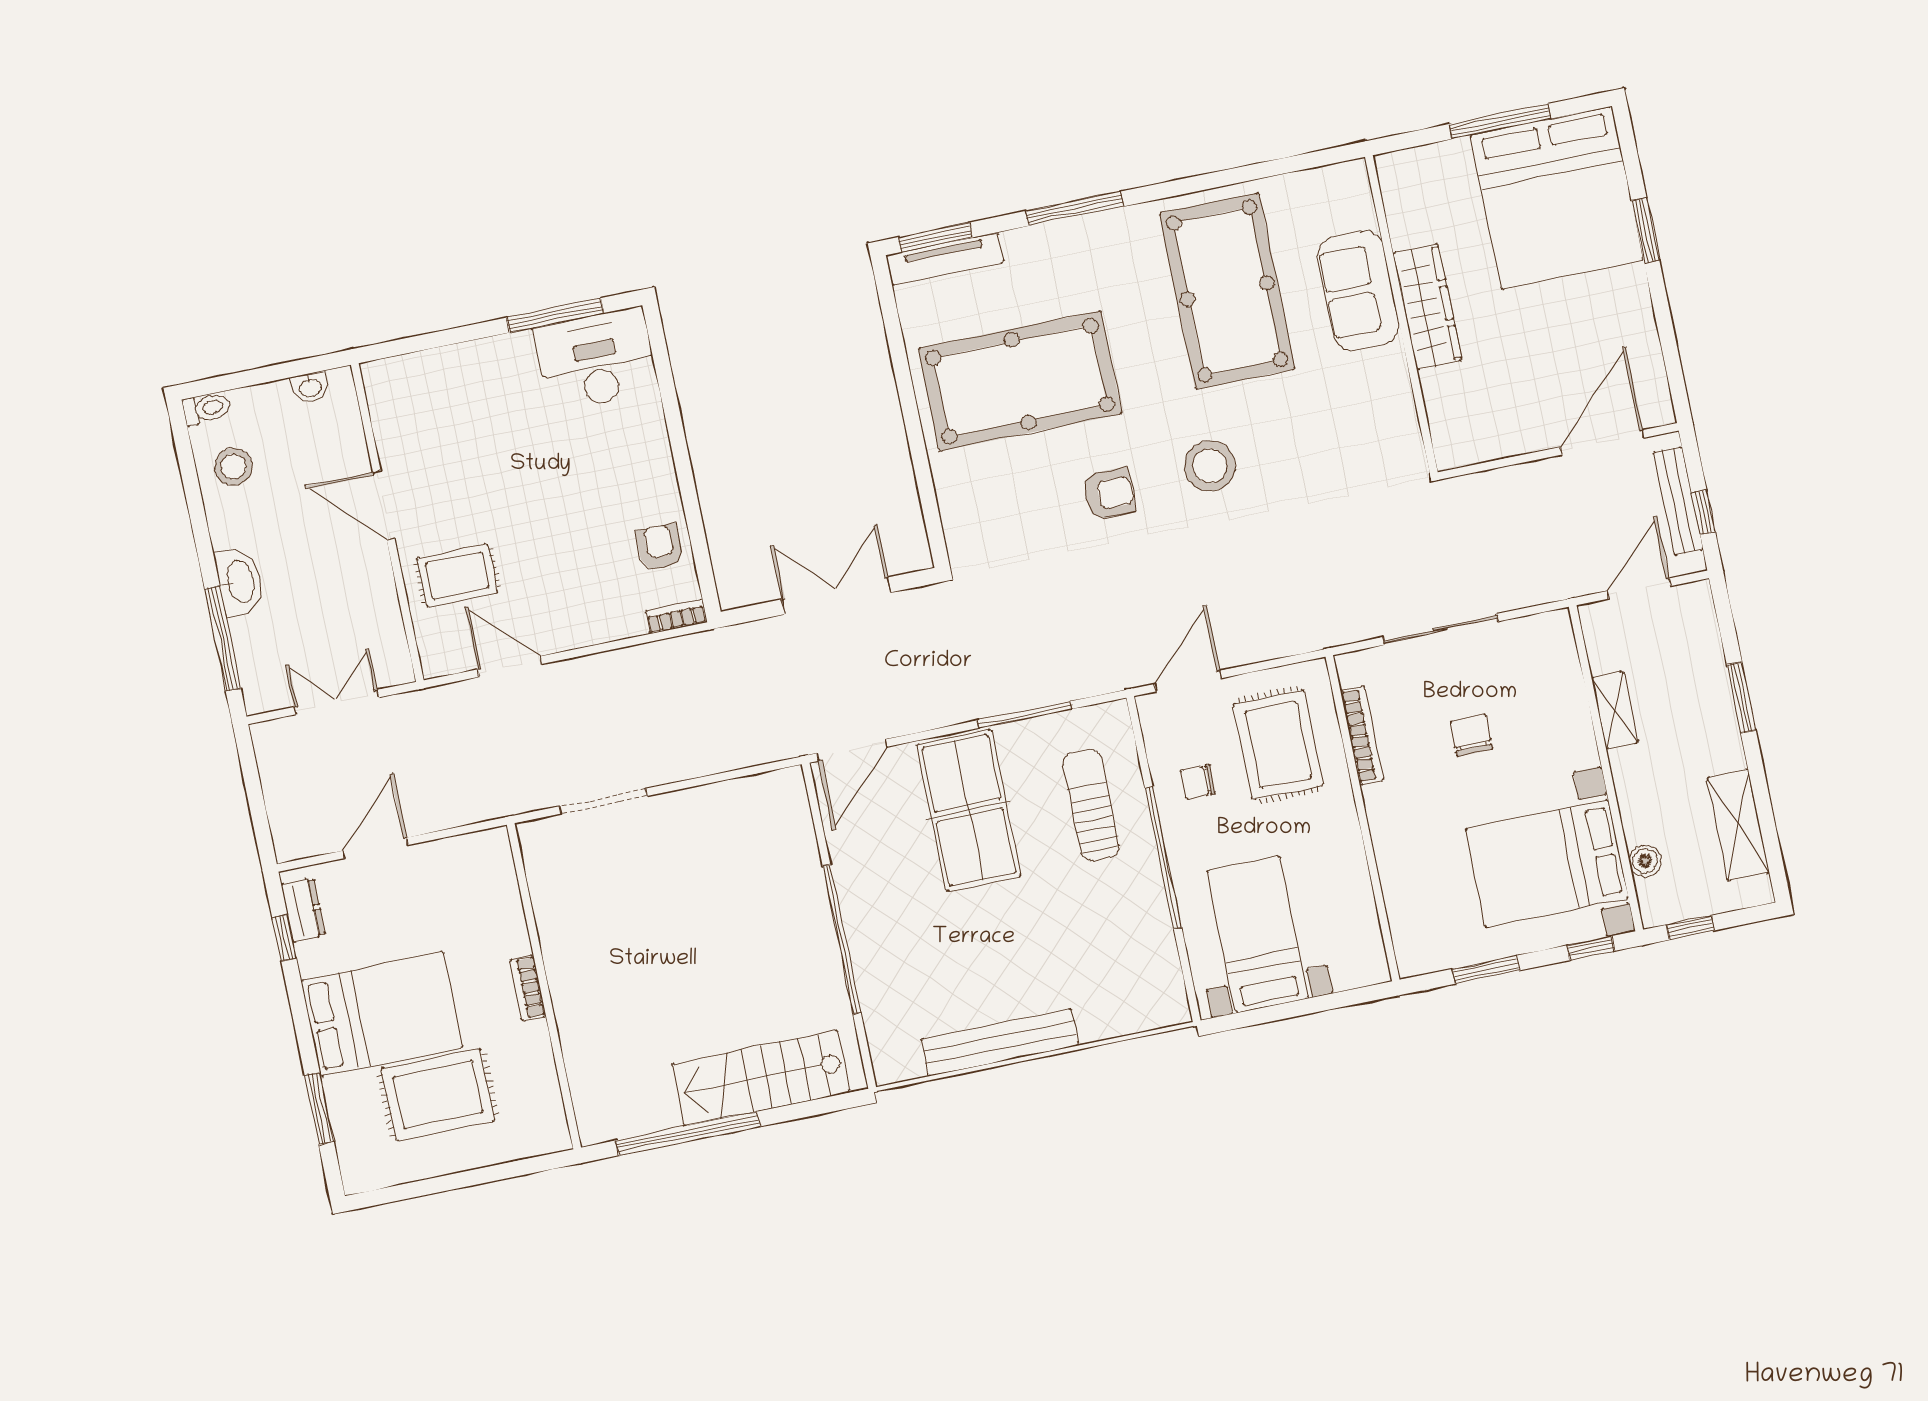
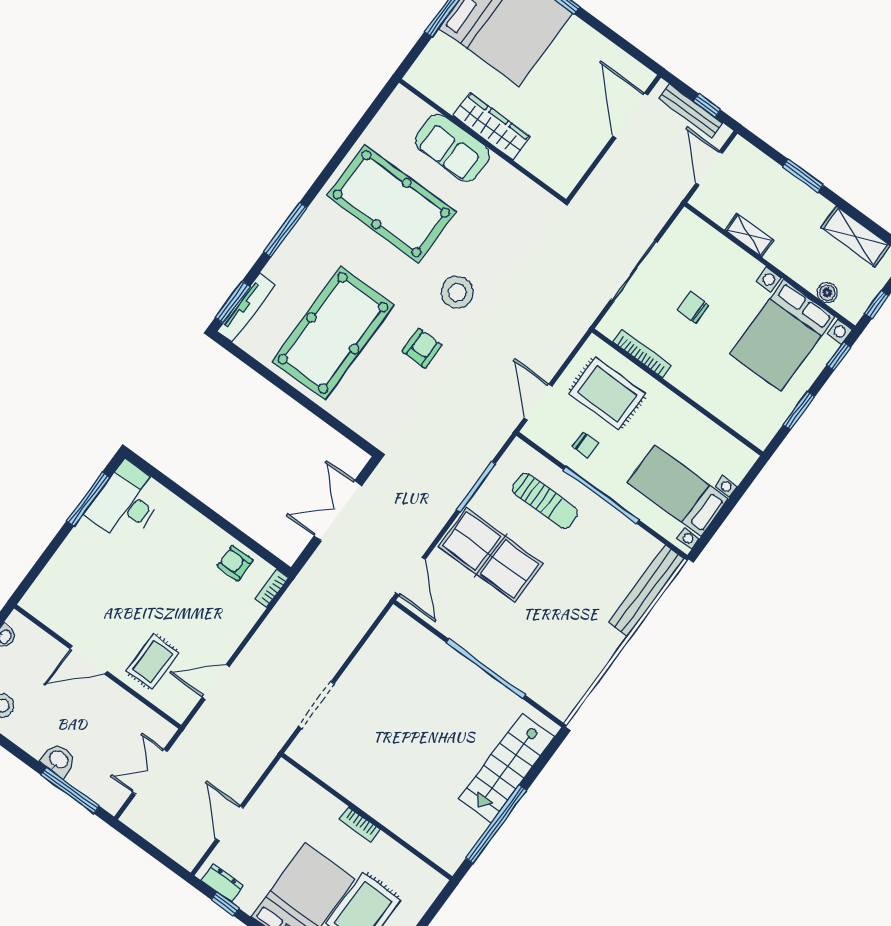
washbasin: (240, 582) -> (58, 760), width x0.72
chair: (1198, 782) -> (585, 445), turned -90
sun lounger: (1091, 805) -> (545, 501), turned 180
bench: (1000, 1042) -> (646, 591), moved

